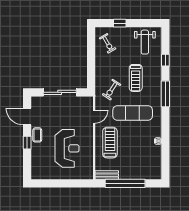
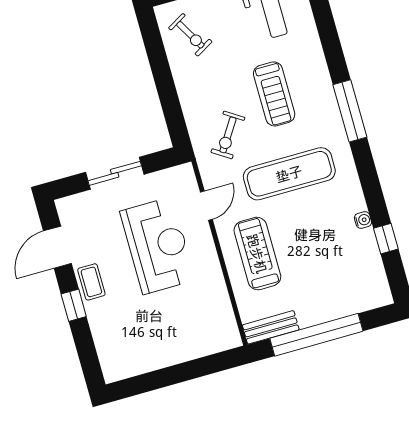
window: (165, 60) -> (386, 239), moved
sliding door: (60, 92) -> (115, 173), width x0.73
door: (27, 116) -> (57, 247), hinge flipped
reception desk: (67, 148) -> (158, 246), moved

